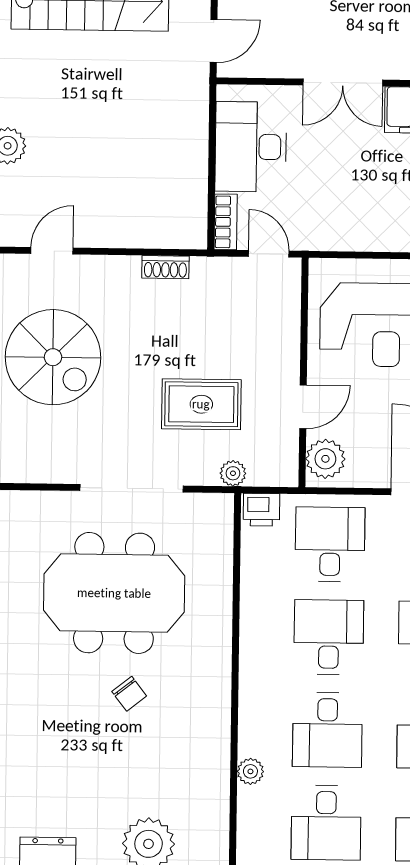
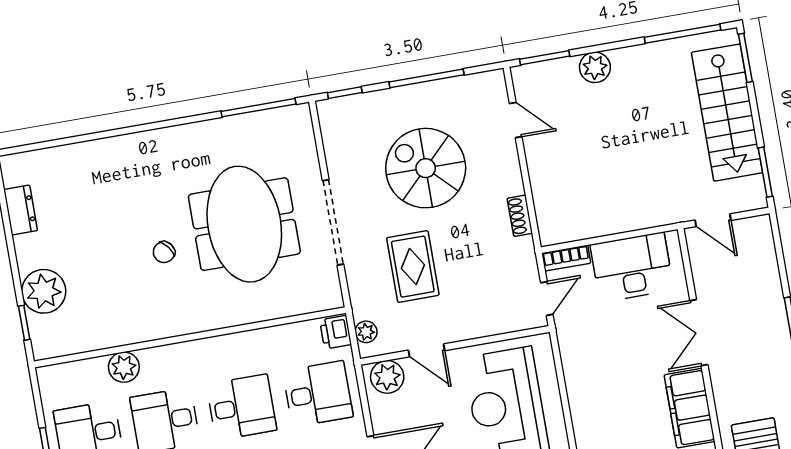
spiral stairs: (53, 357) -> (426, 168), moved, turned 90
plant: (233, 473) -> (366, 332), moved
plant: (250, 771) -> (124, 367), width x1.38, depth x1.38

